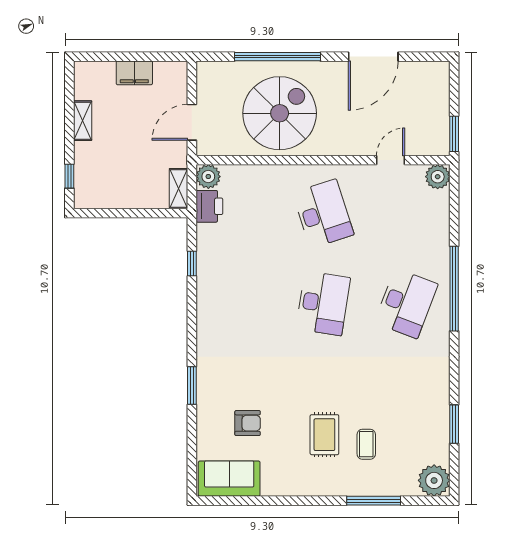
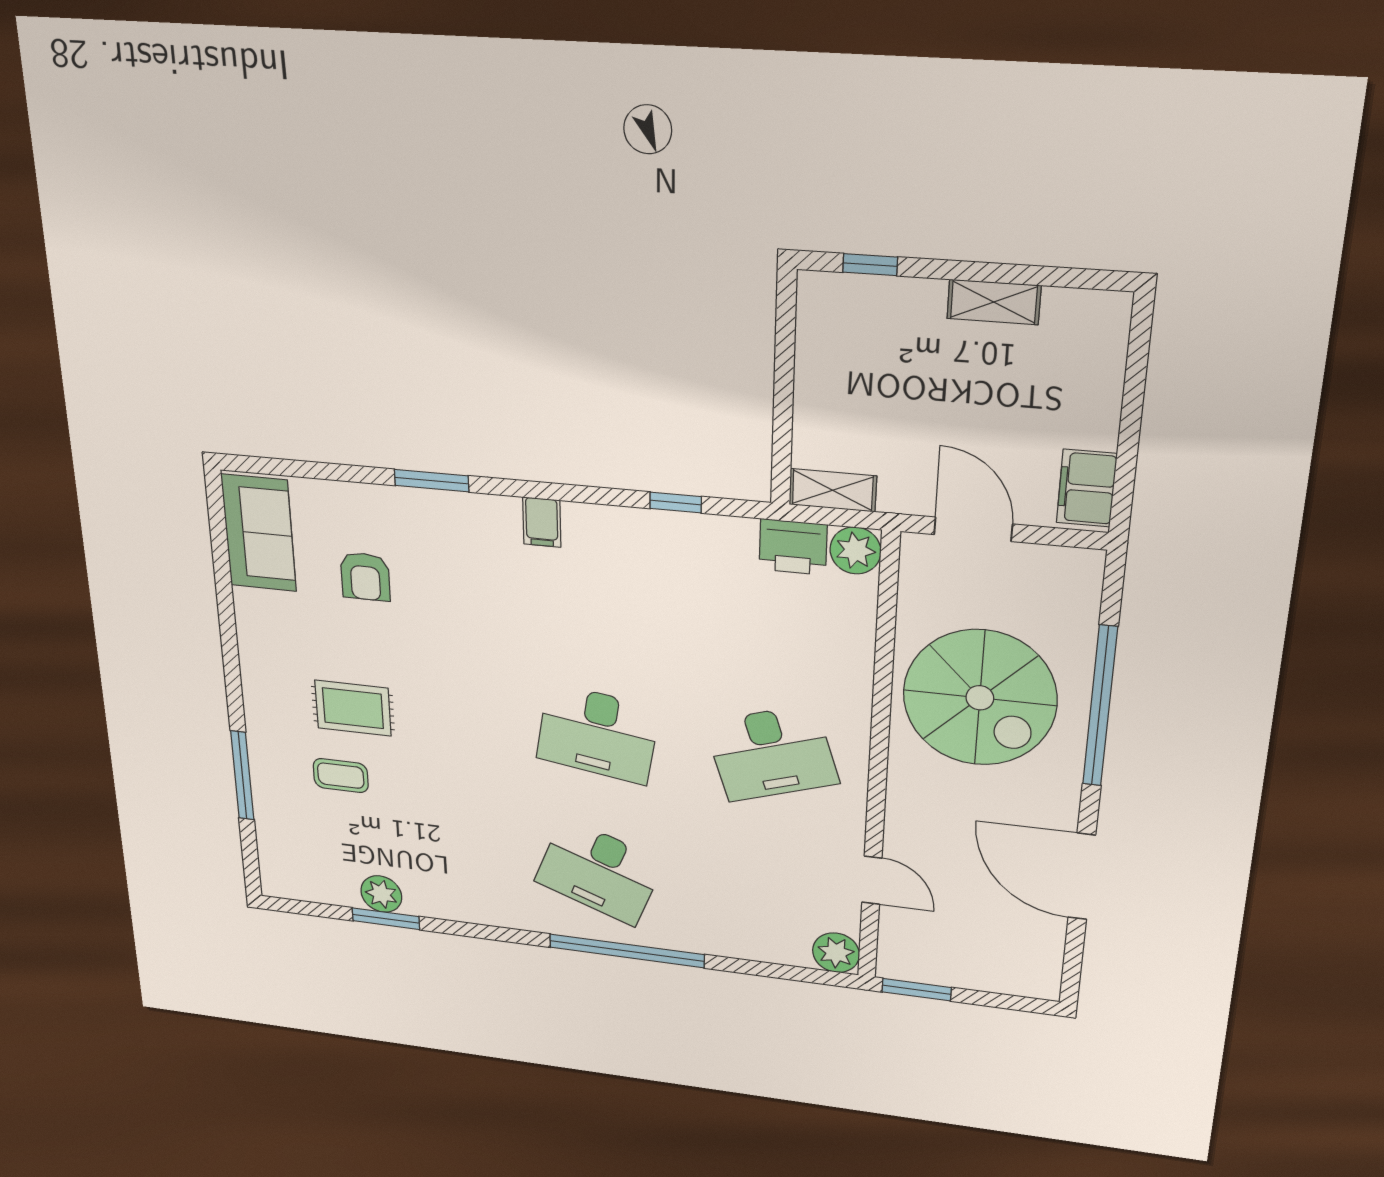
filing cabinet: (134, 73) -> (1087, 488), moved
filing cabinet: (209, 330) -> (542, 522), added
plant: (434, 480) -> (381, 894), moved, width x0.73, depth x0.73

